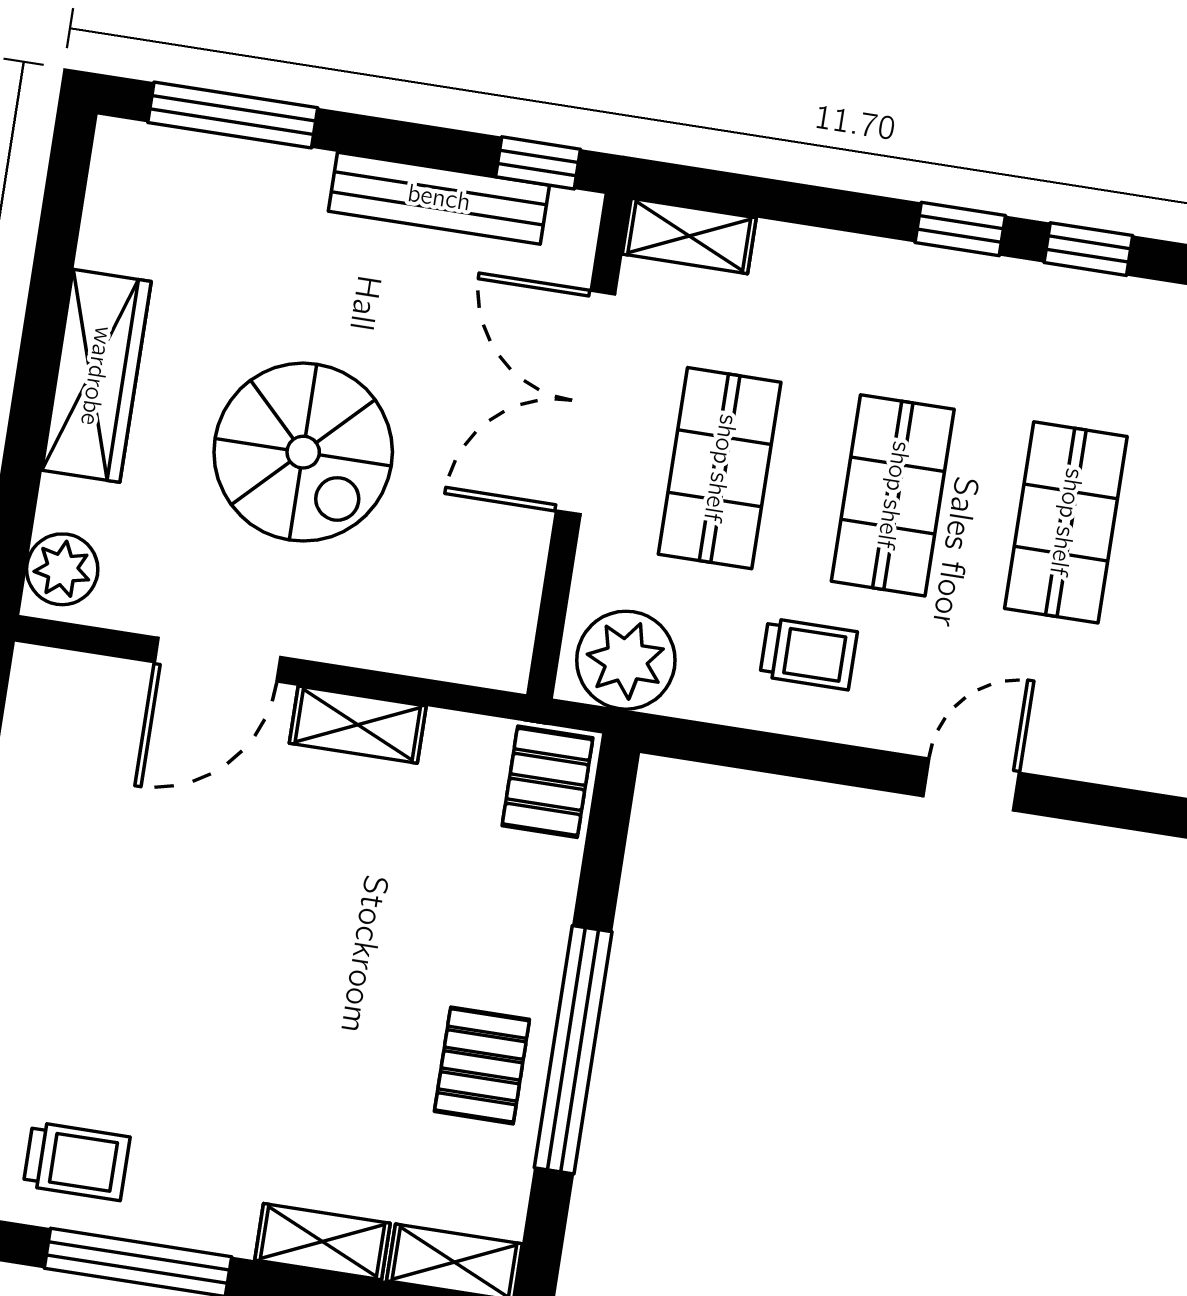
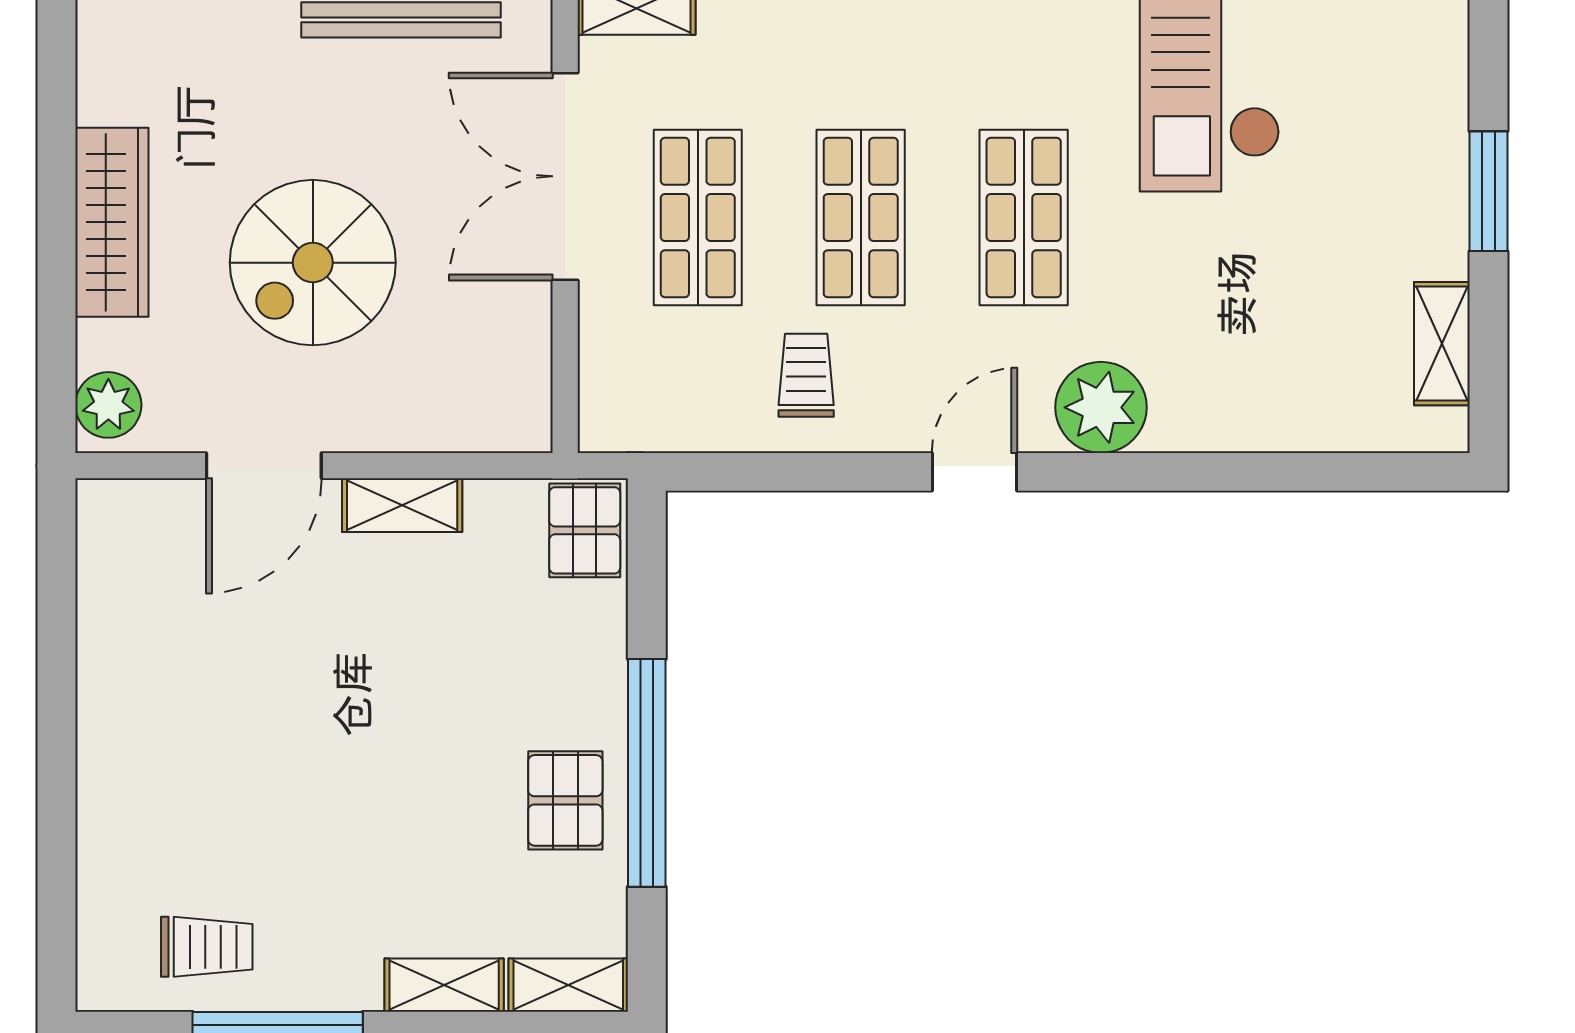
spiral stairs: (303, 452) -> (313, 263), turned 90
trolley: (808, 654) -> (806, 375), turned -90
plant: (626, 660) -> (1101, 407), moved

